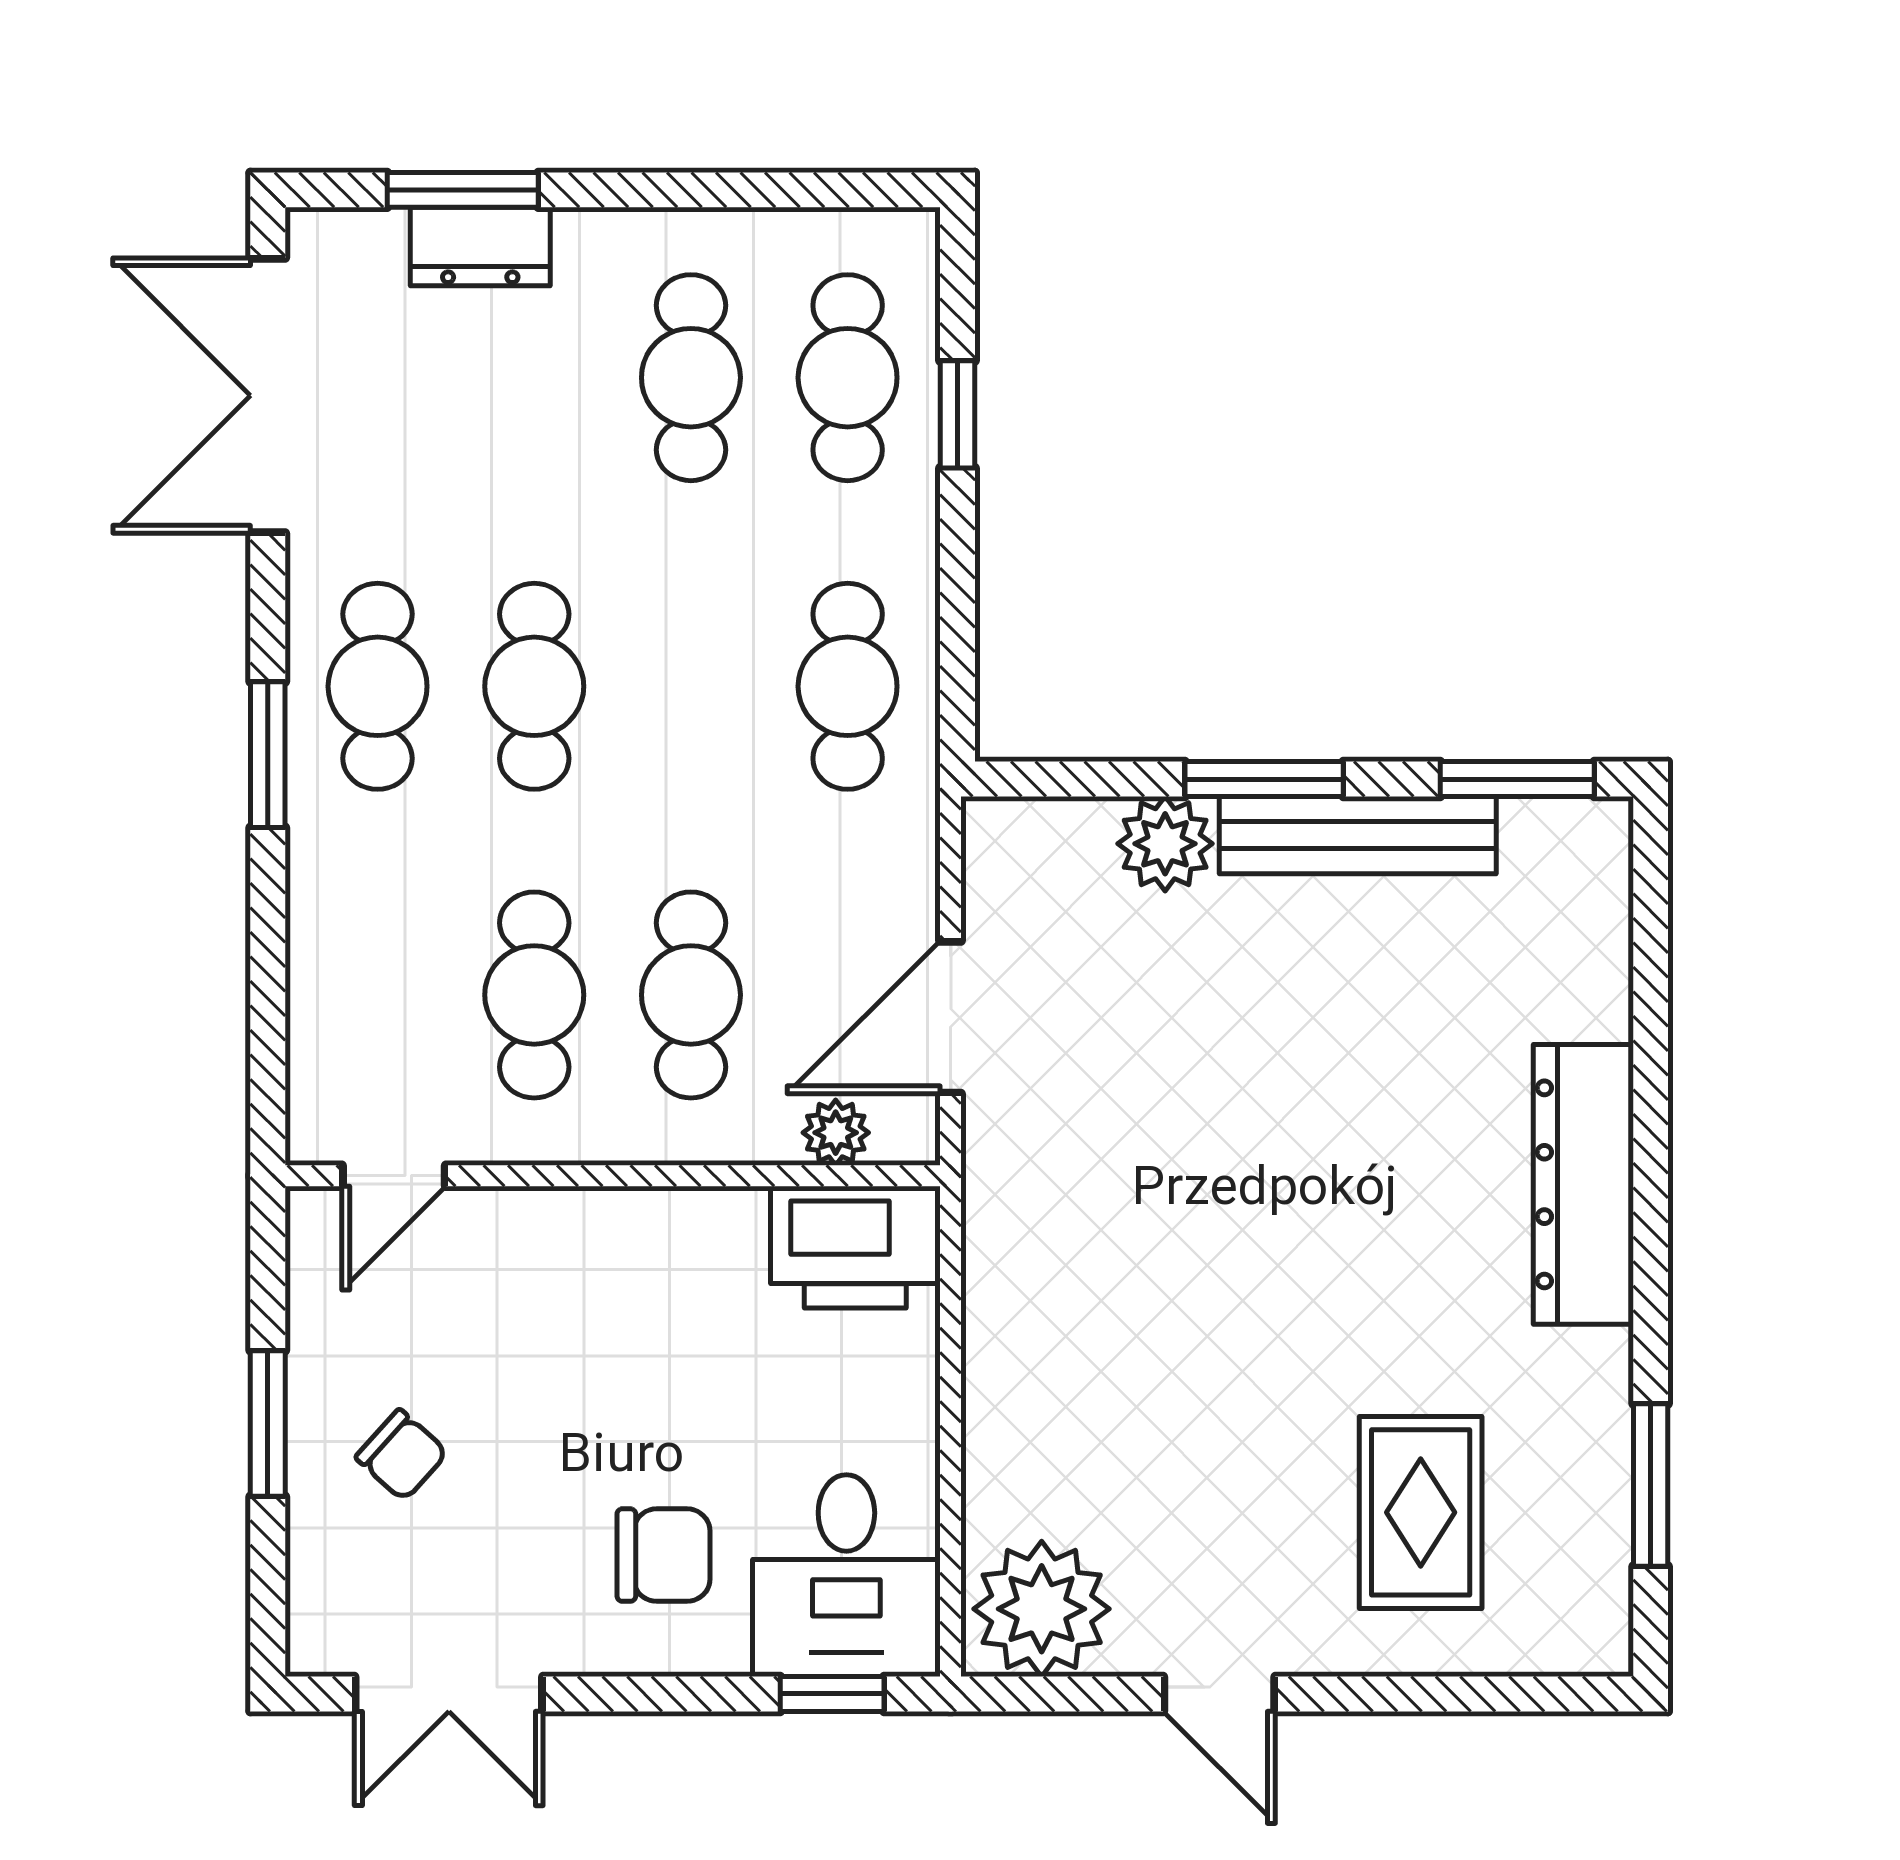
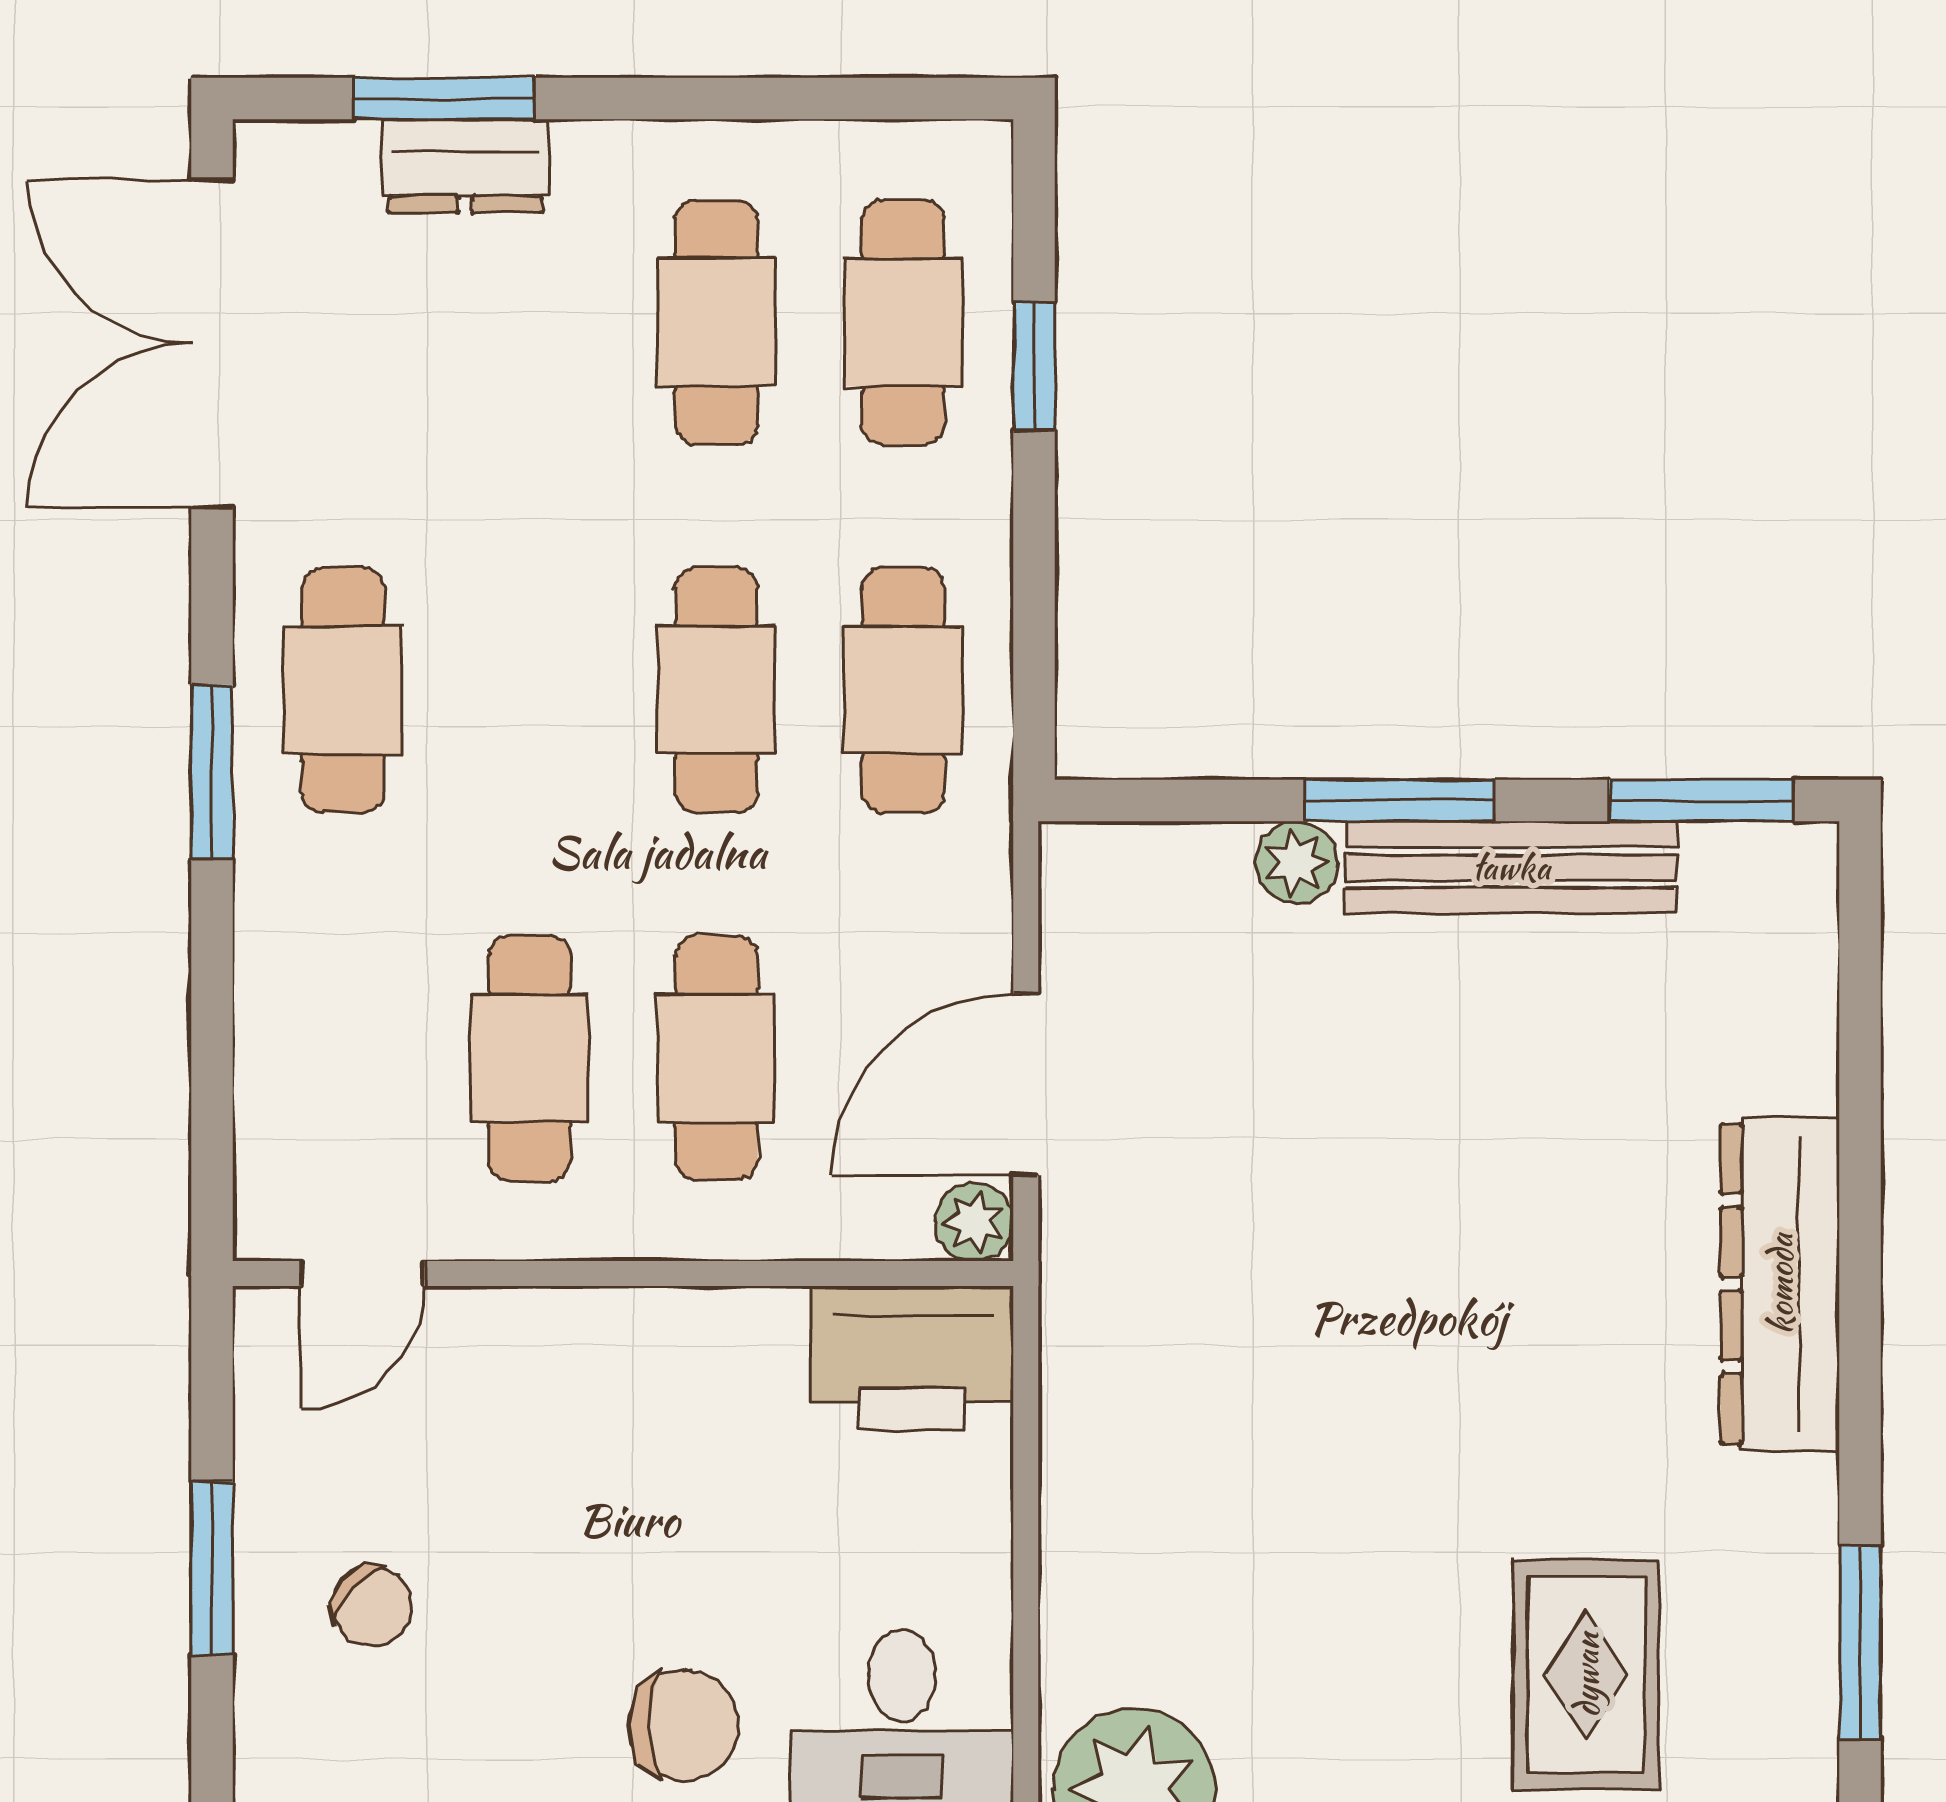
cafe table: (534, 686) -> (716, 690), moved
plant: (1165, 844) -> (1297, 862), width x0.73, depth x0.73
plant: (836, 1133) -> (974, 1222), moved

